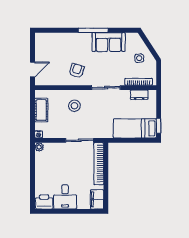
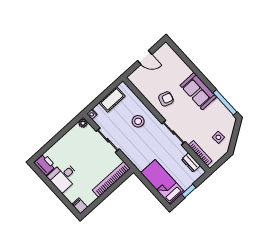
window: (93, 30) -> (225, 102), moved
sofa: (109, 42) -> (198, 91), moved
door: (32, 69) -> (145, 57), moved
window: (159, 126) -> (189, 191), moved
sliding door: (80, 140) -> (108, 140), moved
filing cabinet: (97, 199) -> (80, 206), width x0.50

